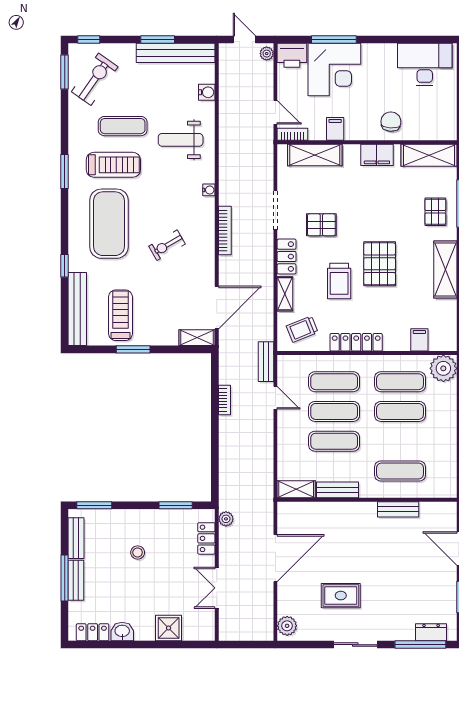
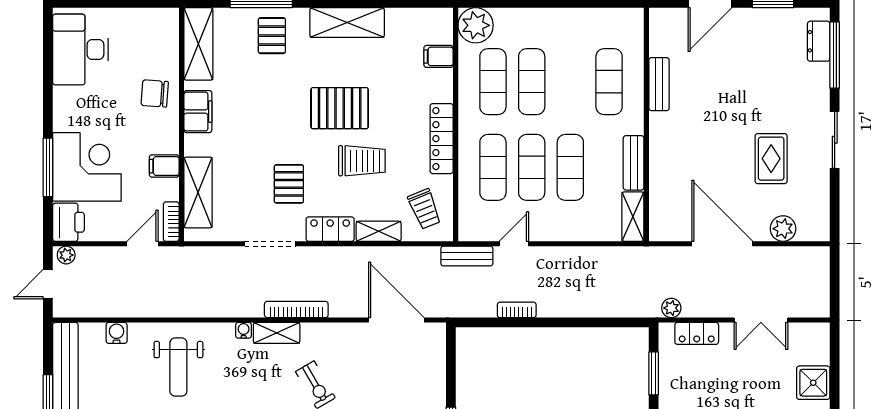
pallet: (435, 212) -> (272, 36), turned 90
shelving: (197, 338) -> (277, 333), moved, turned 90
plant: (287, 626) -> (783, 229), moved

